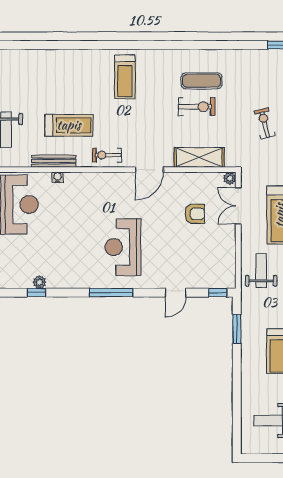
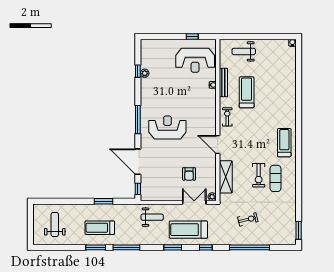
treadmill: (125, 77) -> (284, 143), moved, turned 90
treadmill: (69, 125) -> (247, 92), turned 180
door: (176, 293) -> (138, 162), width x1.87
window: (237, 329) -> (103, 201), moved

